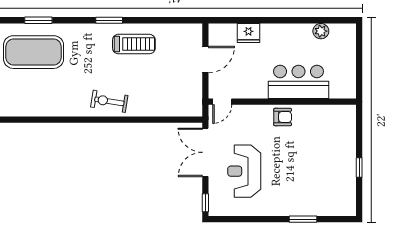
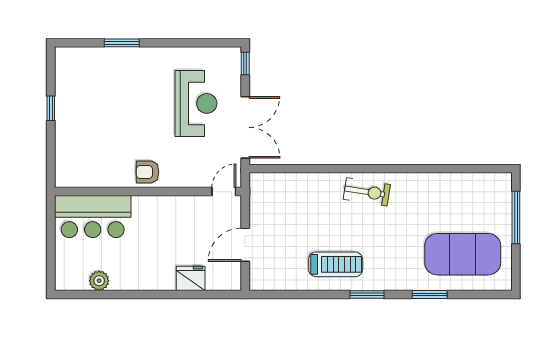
window: (38, 20) -> (430, 294), moved
treadmill: (134, 44) -> (336, 264), turned 180
bar counter: (298, 82) -> (93, 216), moved

